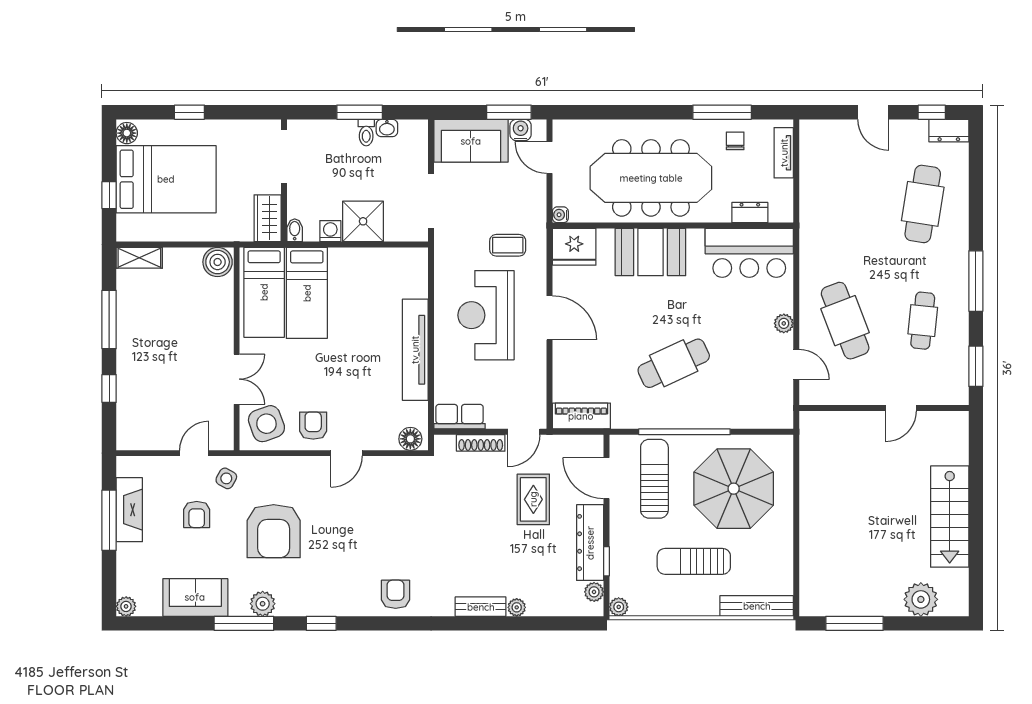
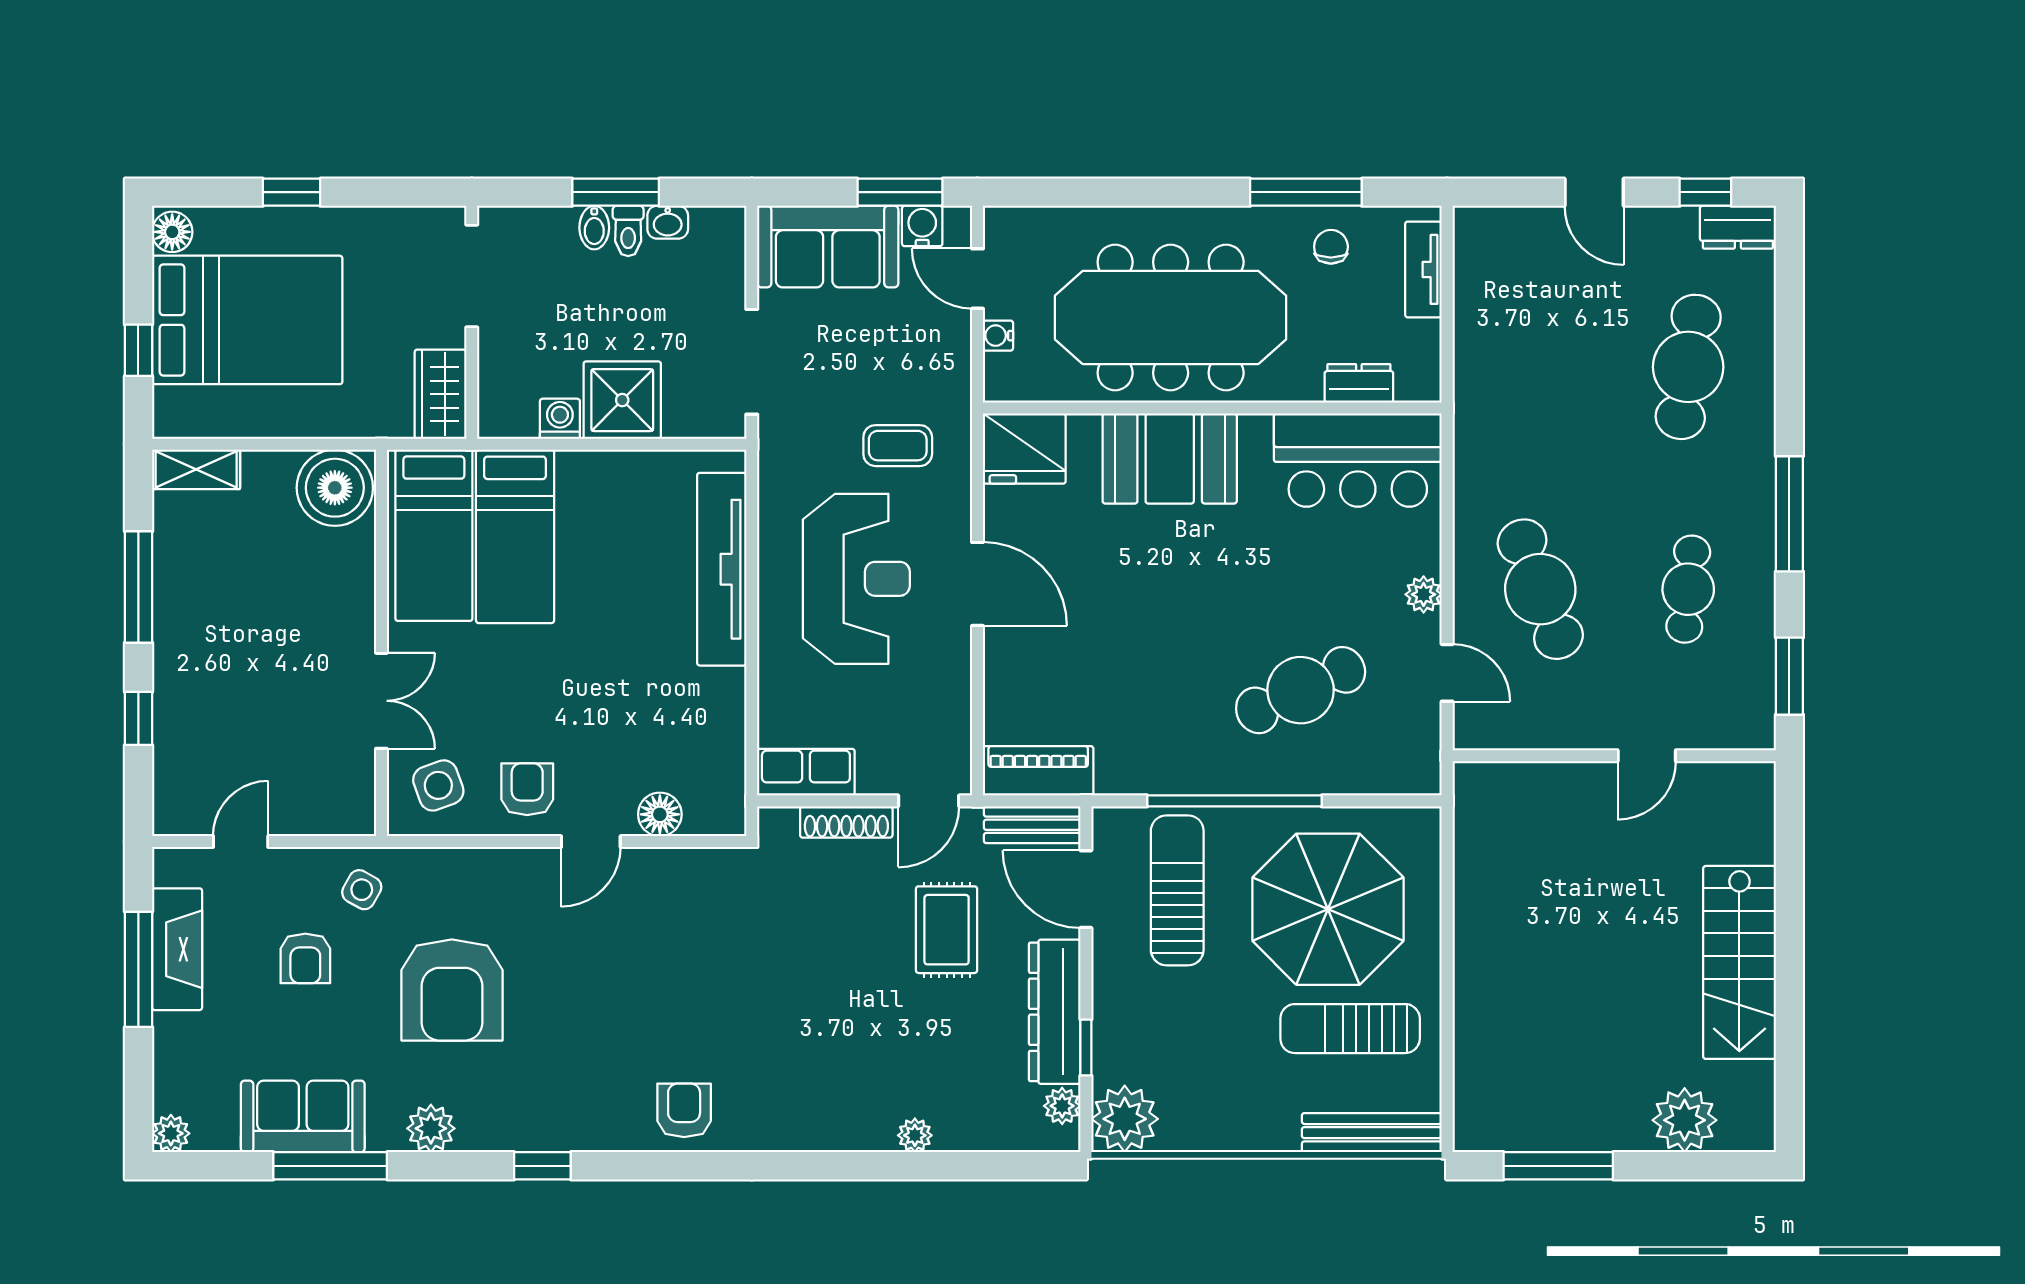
water cooler: (560, 215) -> (998, 336), moved
bidet: (295, 230) -> (594, 228), moved, turned 180
boiler: (218, 262) -> (335, 488), width x1.37, depth x1.37
reception desk: (486, 315) -> (856, 579), turned 180
tv unit: (415, 350) -> (722, 569), moved
cafe table: (674, 363) -> (1301, 690), moved
side table: (266, 424) -> (438, 785), width x0.73, depth x0.73
floor lamp: (410, 439) -> (660, 814), moved
door: (194, 453) -> (241, 842), moved
sun lounger: (694, 561) -> (1350, 1029), moved
bench: (481, 607) -> (1032, 825), moved
plant: (619, 607) -> (1125, 1119), width x1.88, depth x1.88
window: (244, 623) -> (330, 1166), moved

